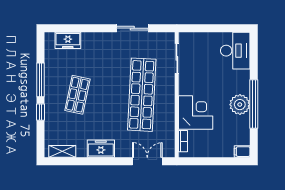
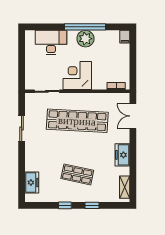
desk: (235, 51) -> (51, 42), moved
window: (40, 80) -> (65, 205), width x0.46
corner desk: (196, 112) -> (77, 76), moved

